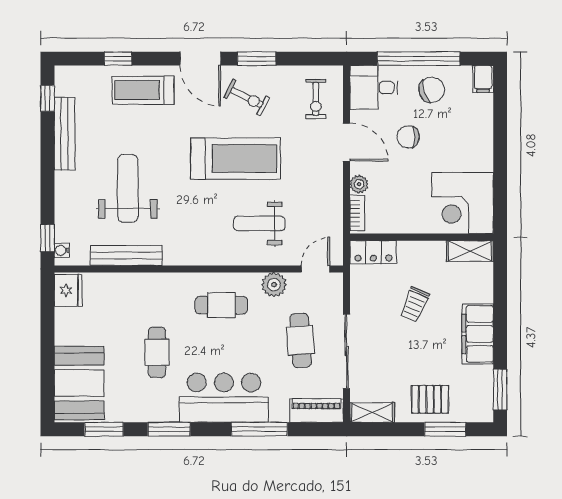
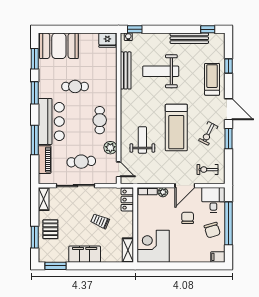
door: (200, 59) -> (229, 109), swing flipped
weight bench: (128, 188) -> (161, 71), turned 180
piano: (316, 410) -> (45, 160), moved

